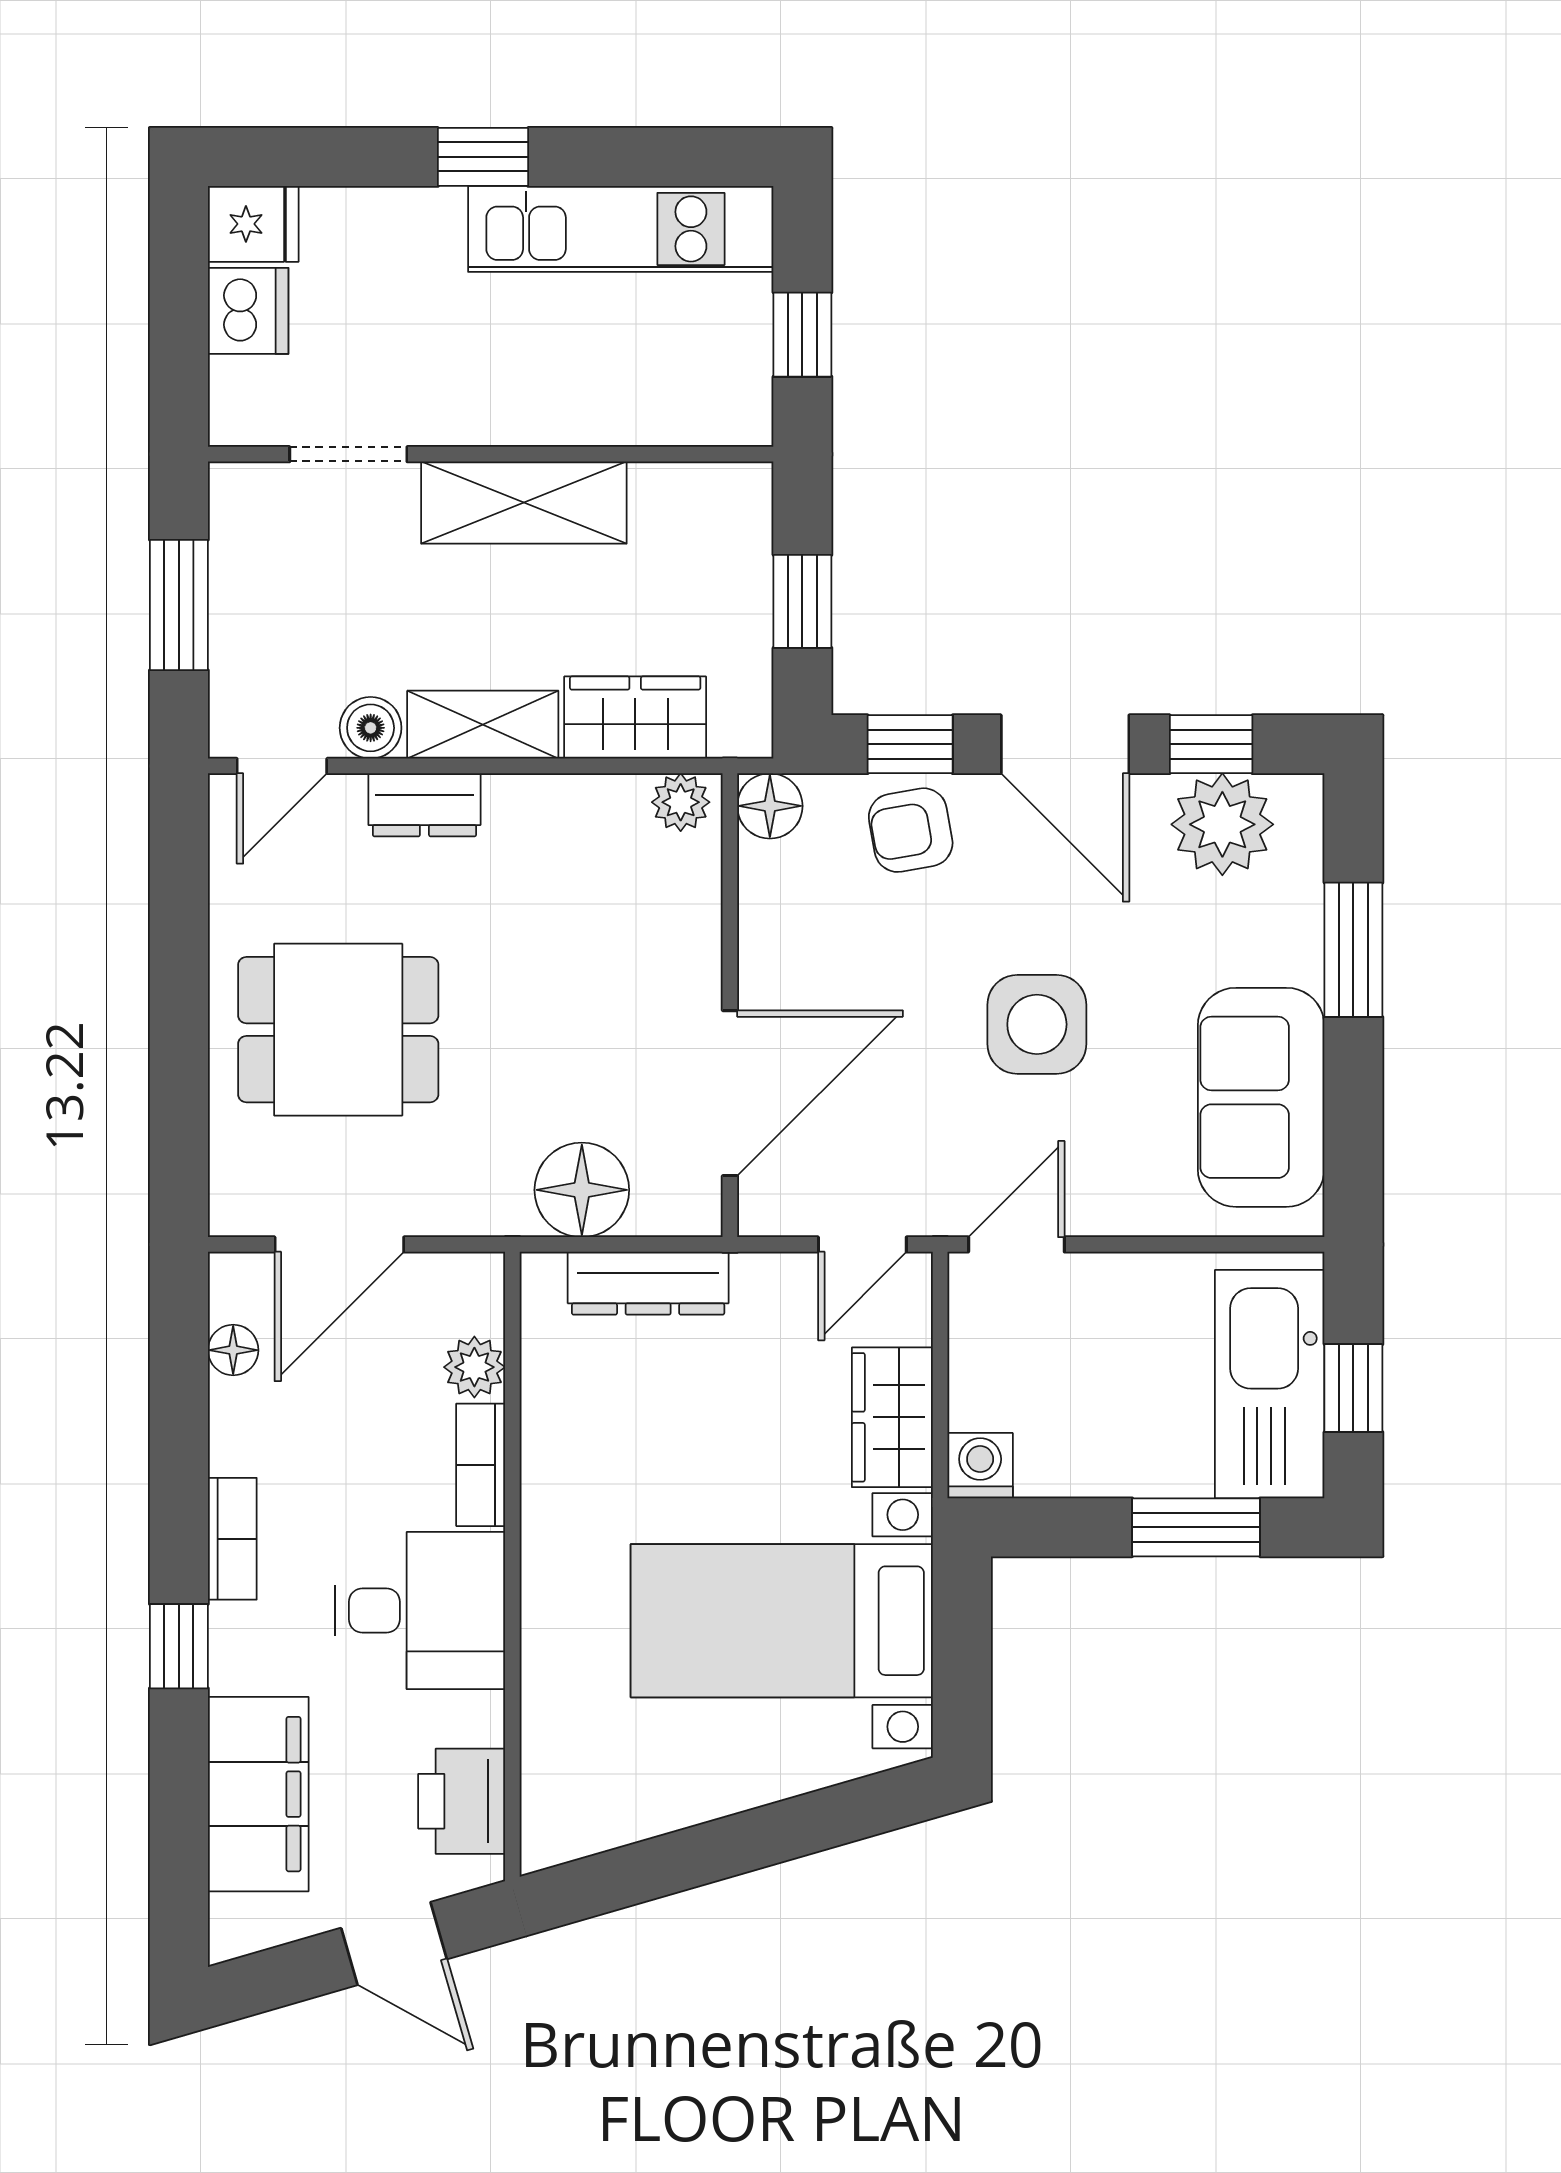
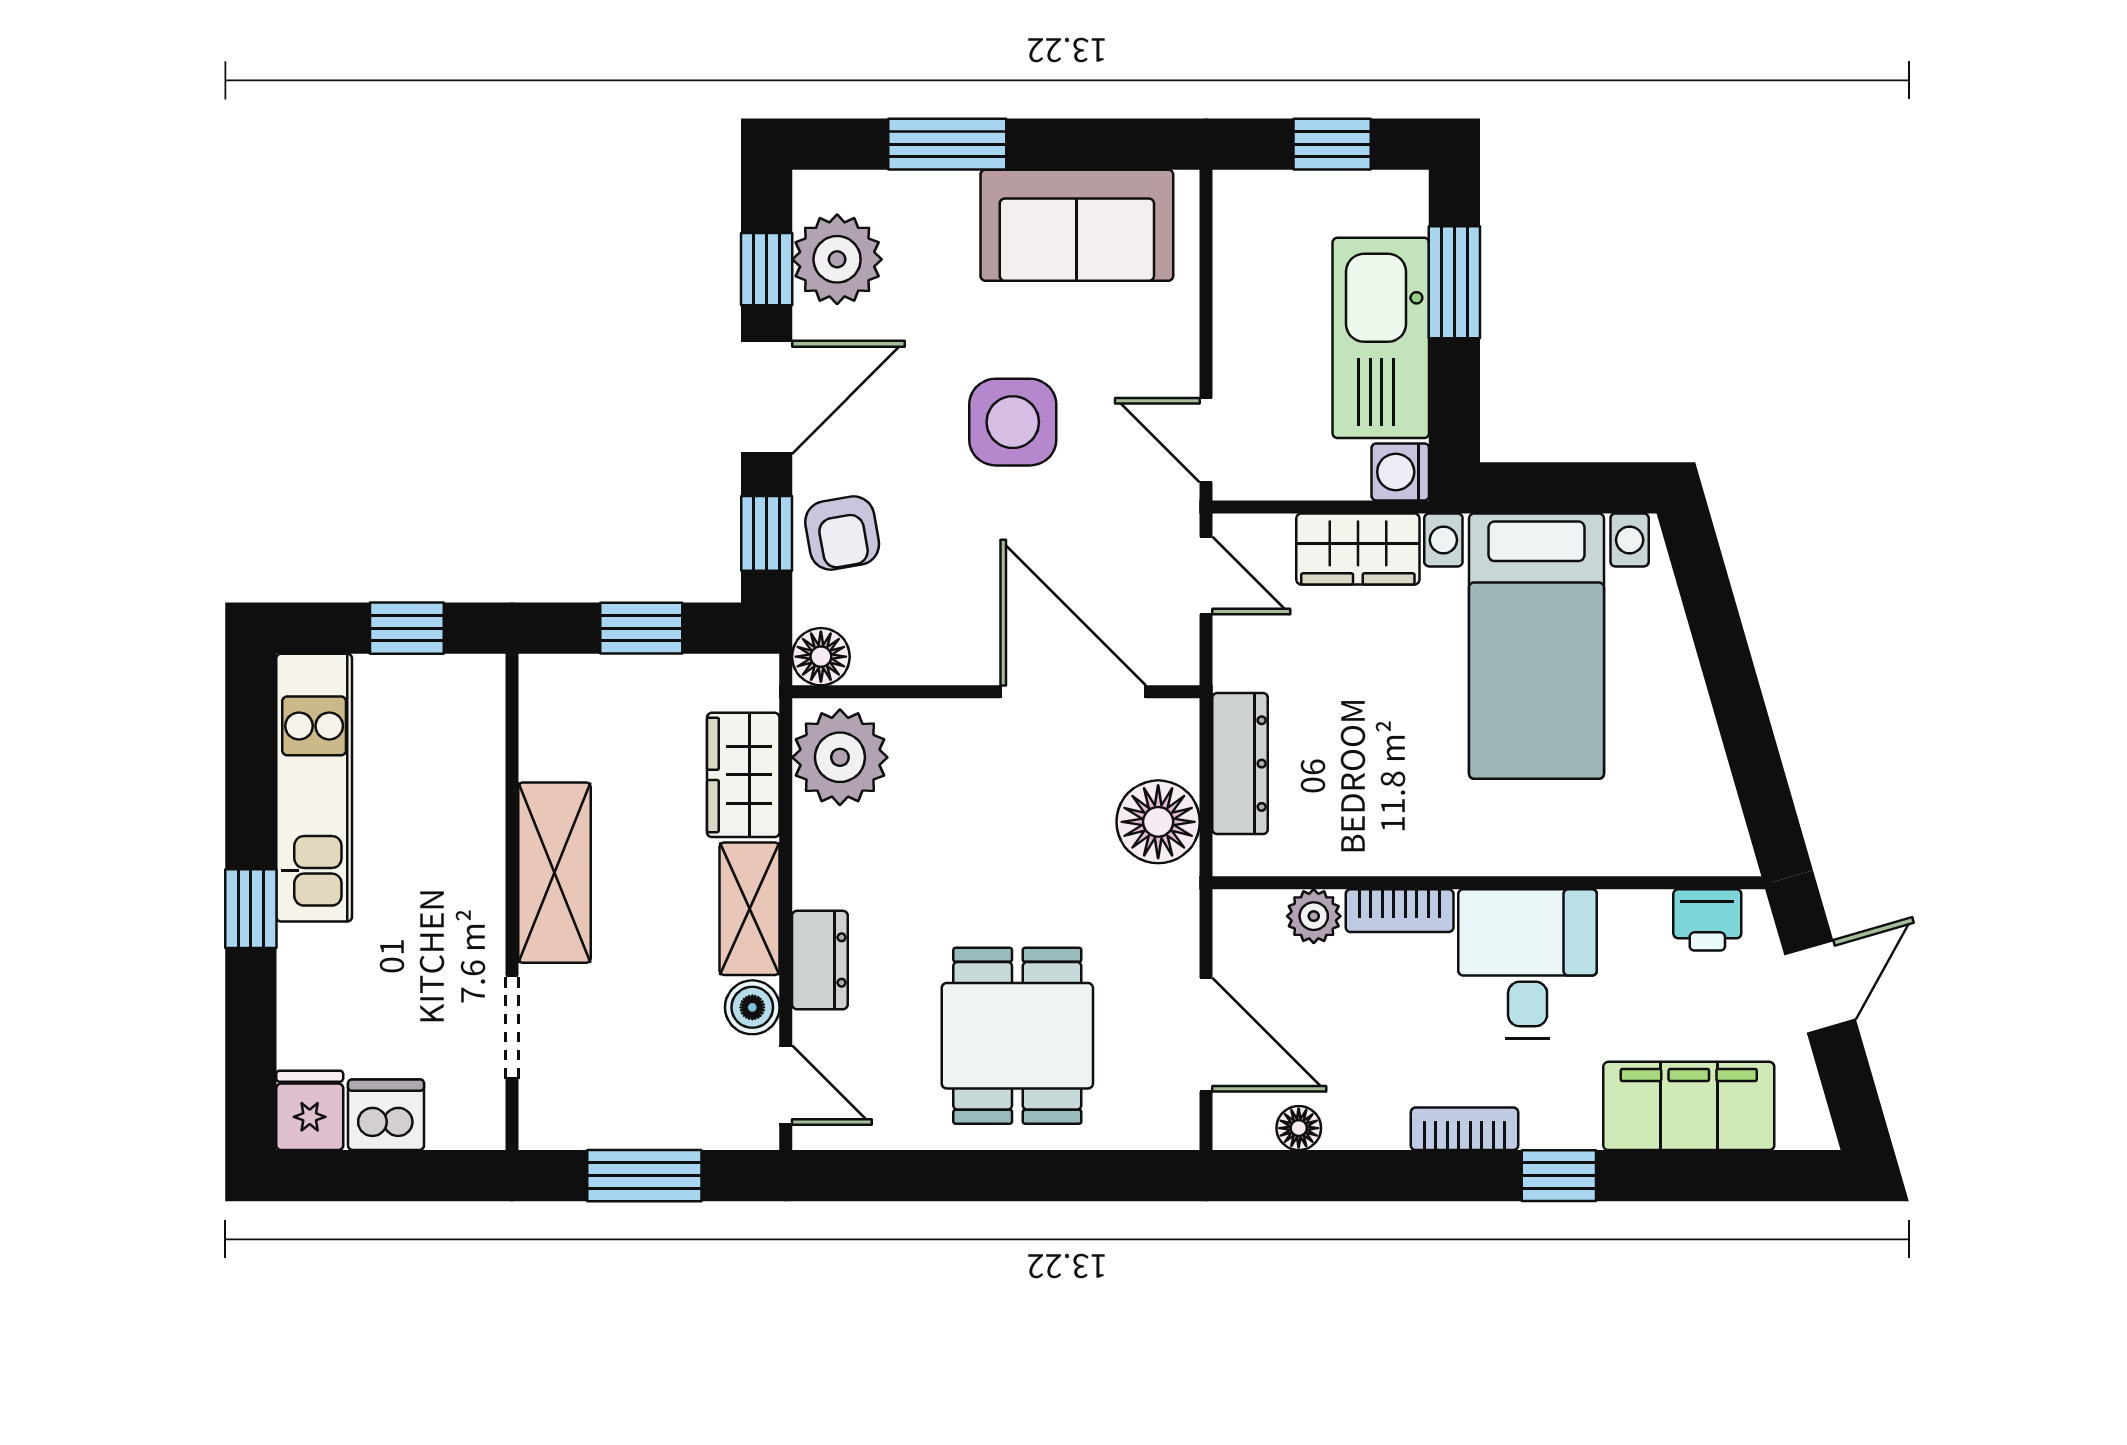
plant: (681, 802) -> (840, 757), width x1.87, depth x1.87
kitchen sink: (1270, 1384) -> (1381, 338), moved, turned 90
printer: (462, 1801) -> (1707, 920), width x0.73, depth x0.81

